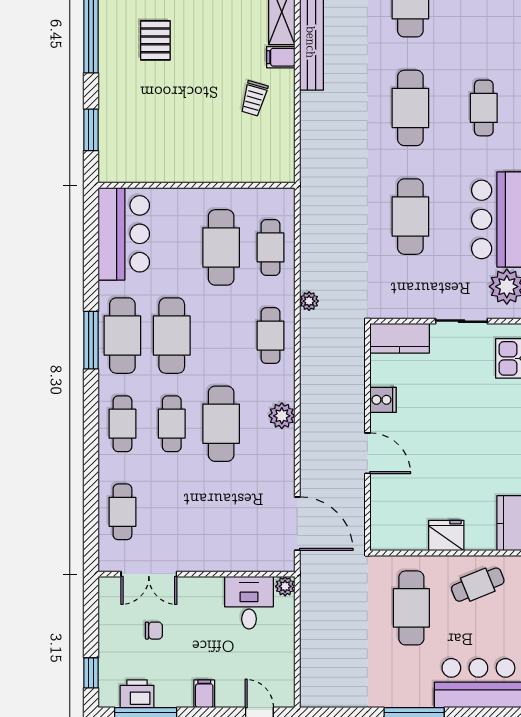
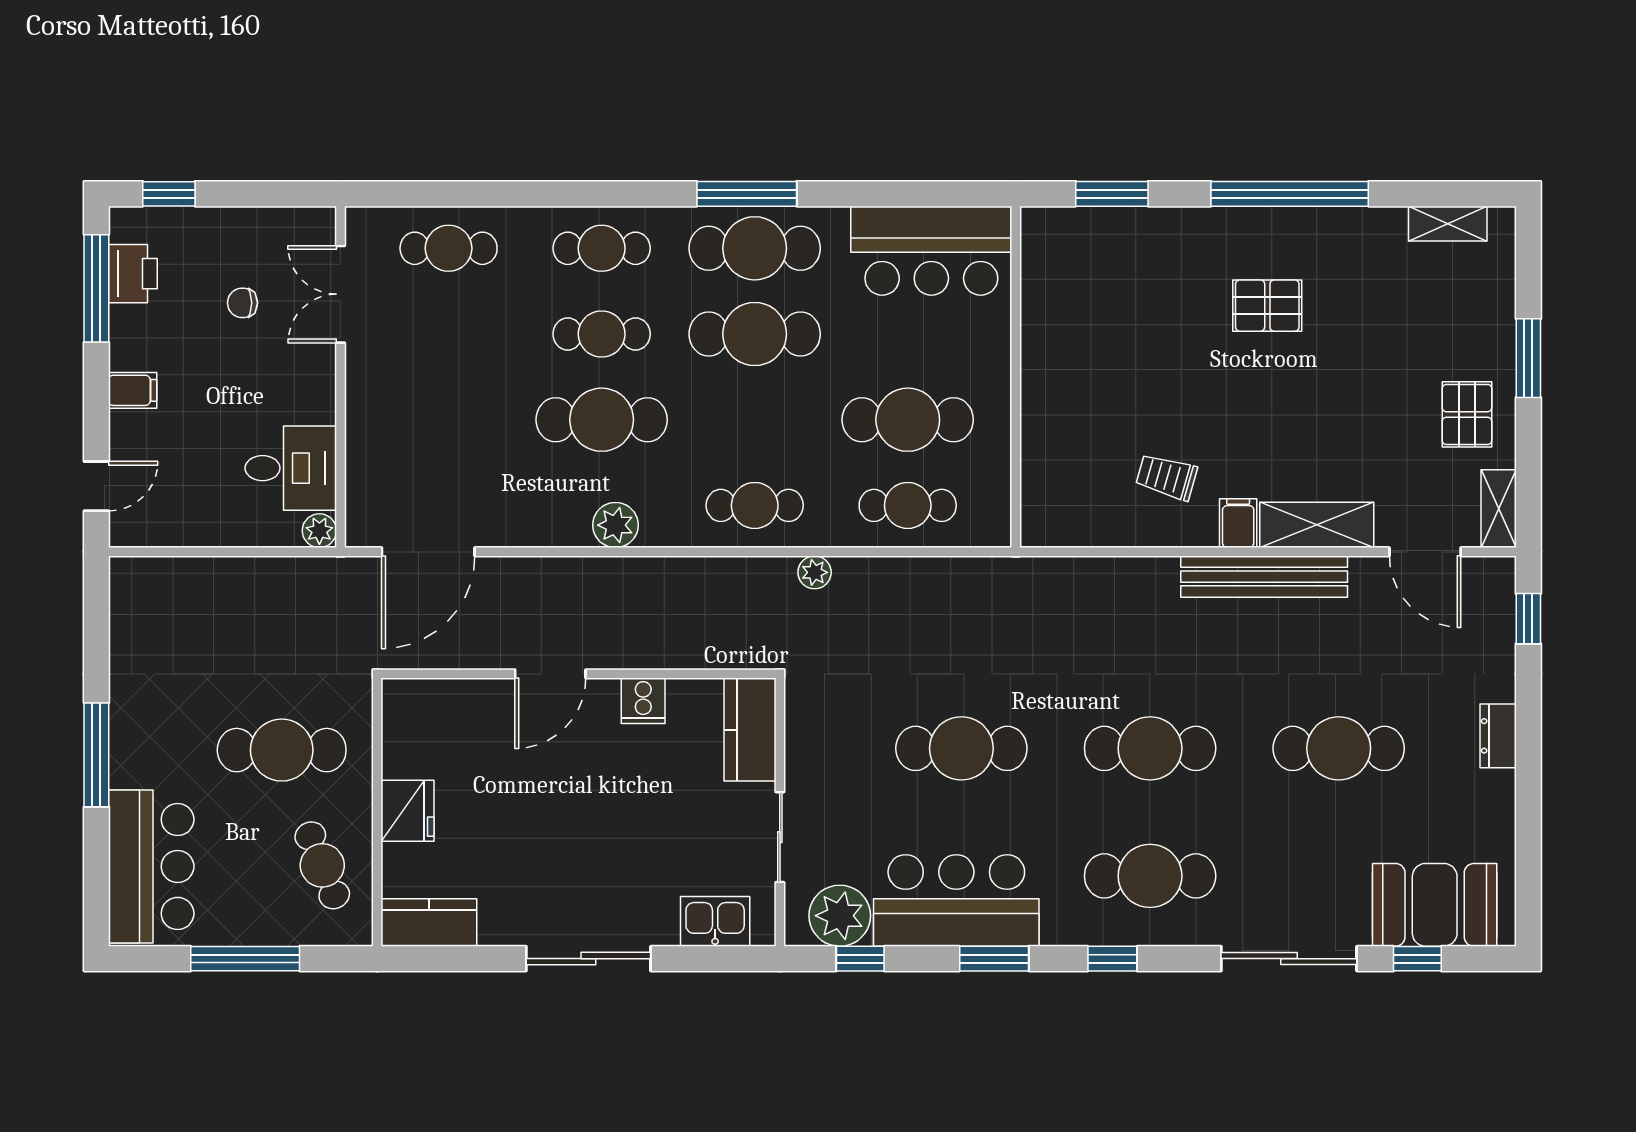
cafe table: (484, 108) -> (1150, 876), width x1.37, depth x1.35
chair: (154, 631) -> (242, 303), turned 90

